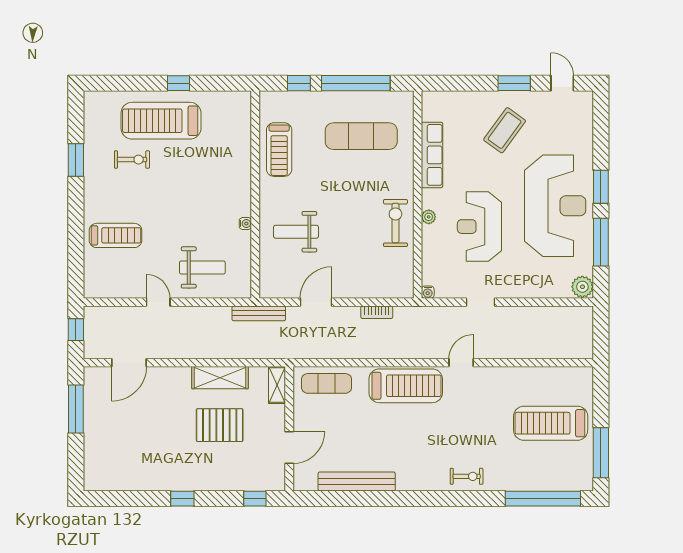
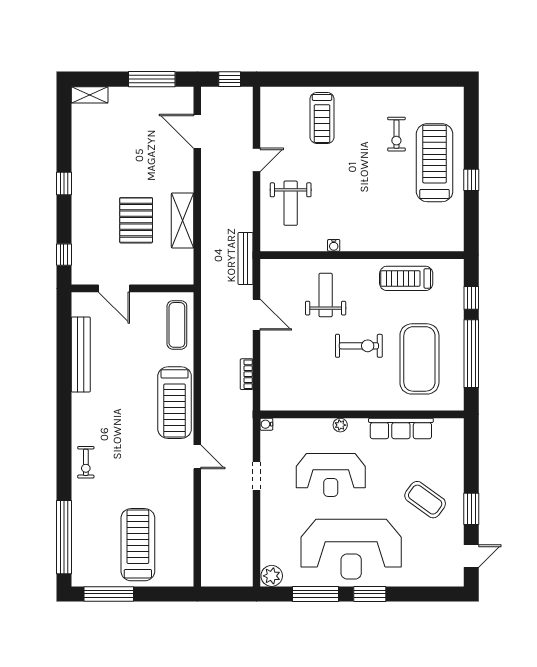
exercise mat: (361, 136) -> (419, 359), width x1.47
window: (76, 160) -> (396, 79), removed
exercise bike: (395, 223) -> (359, 346), moved
reception desk: (479, 227) -> (331, 475), turned 180
shelving: (277, 385) -> (90, 95), moved

